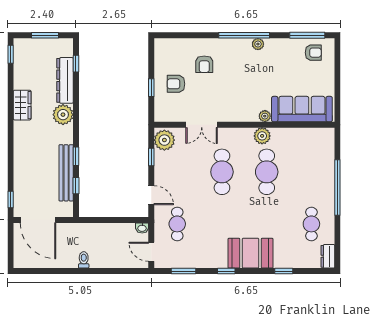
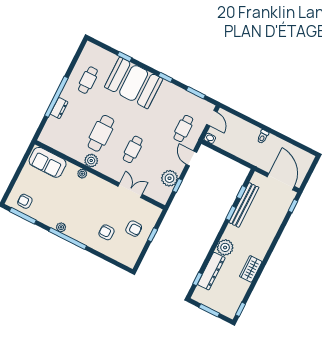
armchair: (204, 64) -> (107, 232), turned -90
sofa: (302, 109) -> (48, 162), width x0.73
plant: (164, 140) -> (170, 178), moved
cafe table: (222, 172) -> (133, 149), width x0.73, depth x0.74
booth: (251, 253) -> (134, 83), width x1.36, depth x1.42
dresser: (328, 256) -> (59, 108), moved

